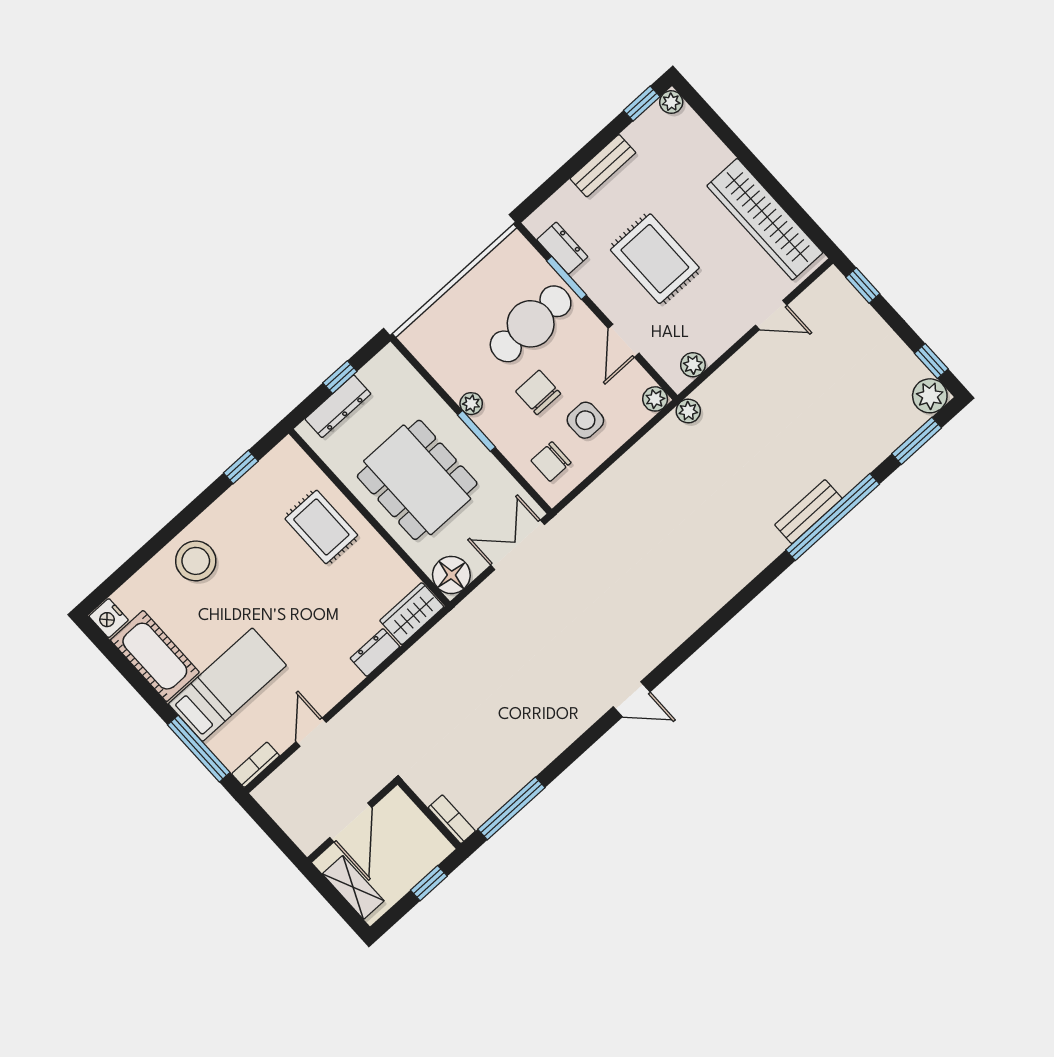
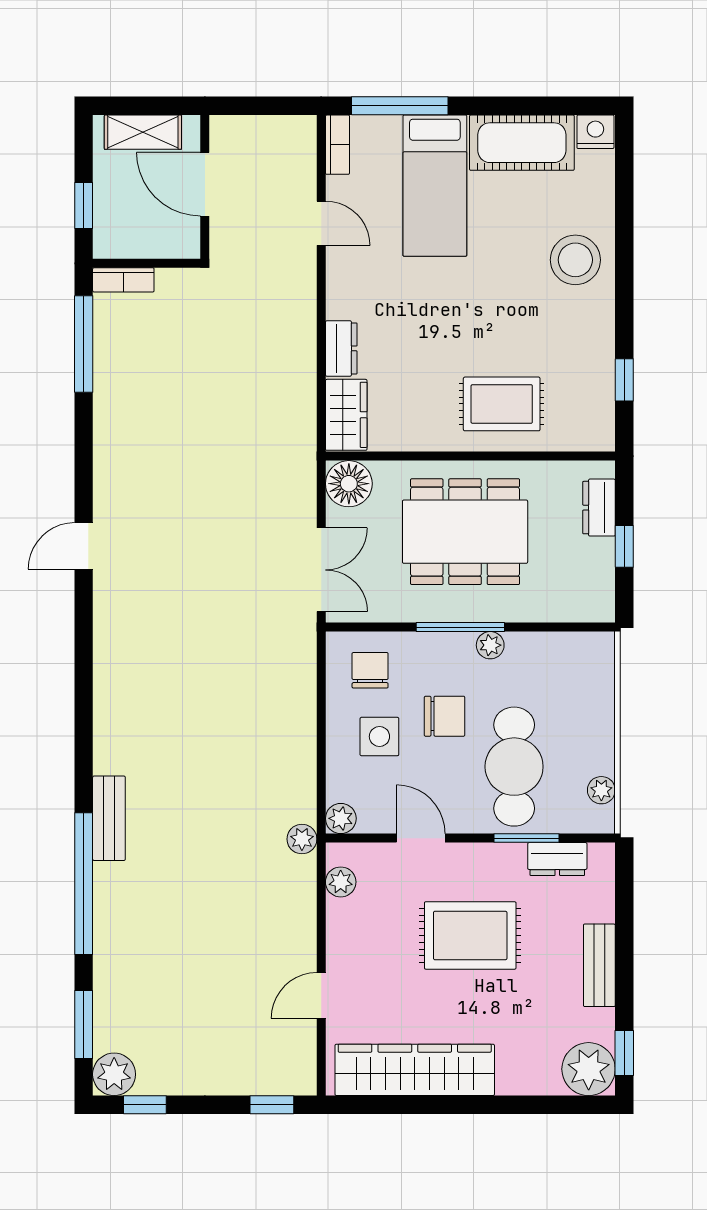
plant: (671, 102) -> (589, 1069), width x1.88, depth x1.88
plant: (498, 259) -> (601, 790), added
dresser: (338, 406) -> (599, 508), width x0.70
window: (477, 431) -> (460, 627), width x1.44
bench: (808, 512) -> (109, 818), moved

